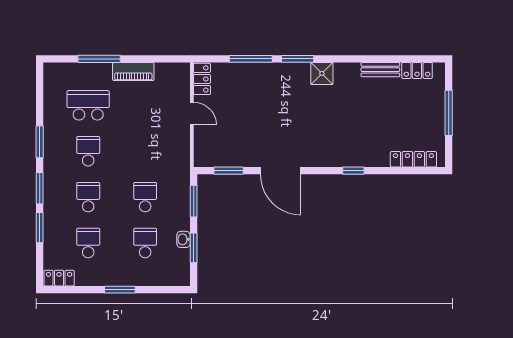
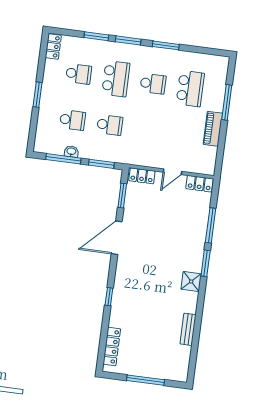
locker: (417, 70) -> (142, 176), moved, turned -90
school desk: (88, 197) -> (116, 79), width x1.85
window: (194, 248) -> (63, 159), width x1.44

